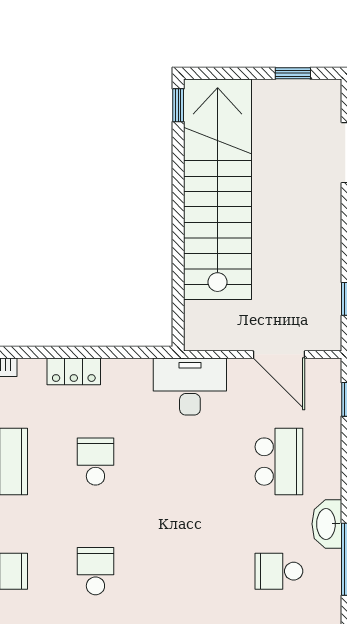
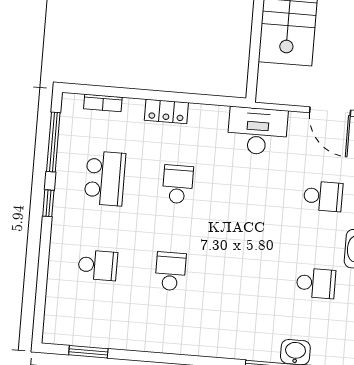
school desk: (279, 462) -> (323, 196), width x0.54
school desk: (279, 571) -> (316, 283), turned 180

